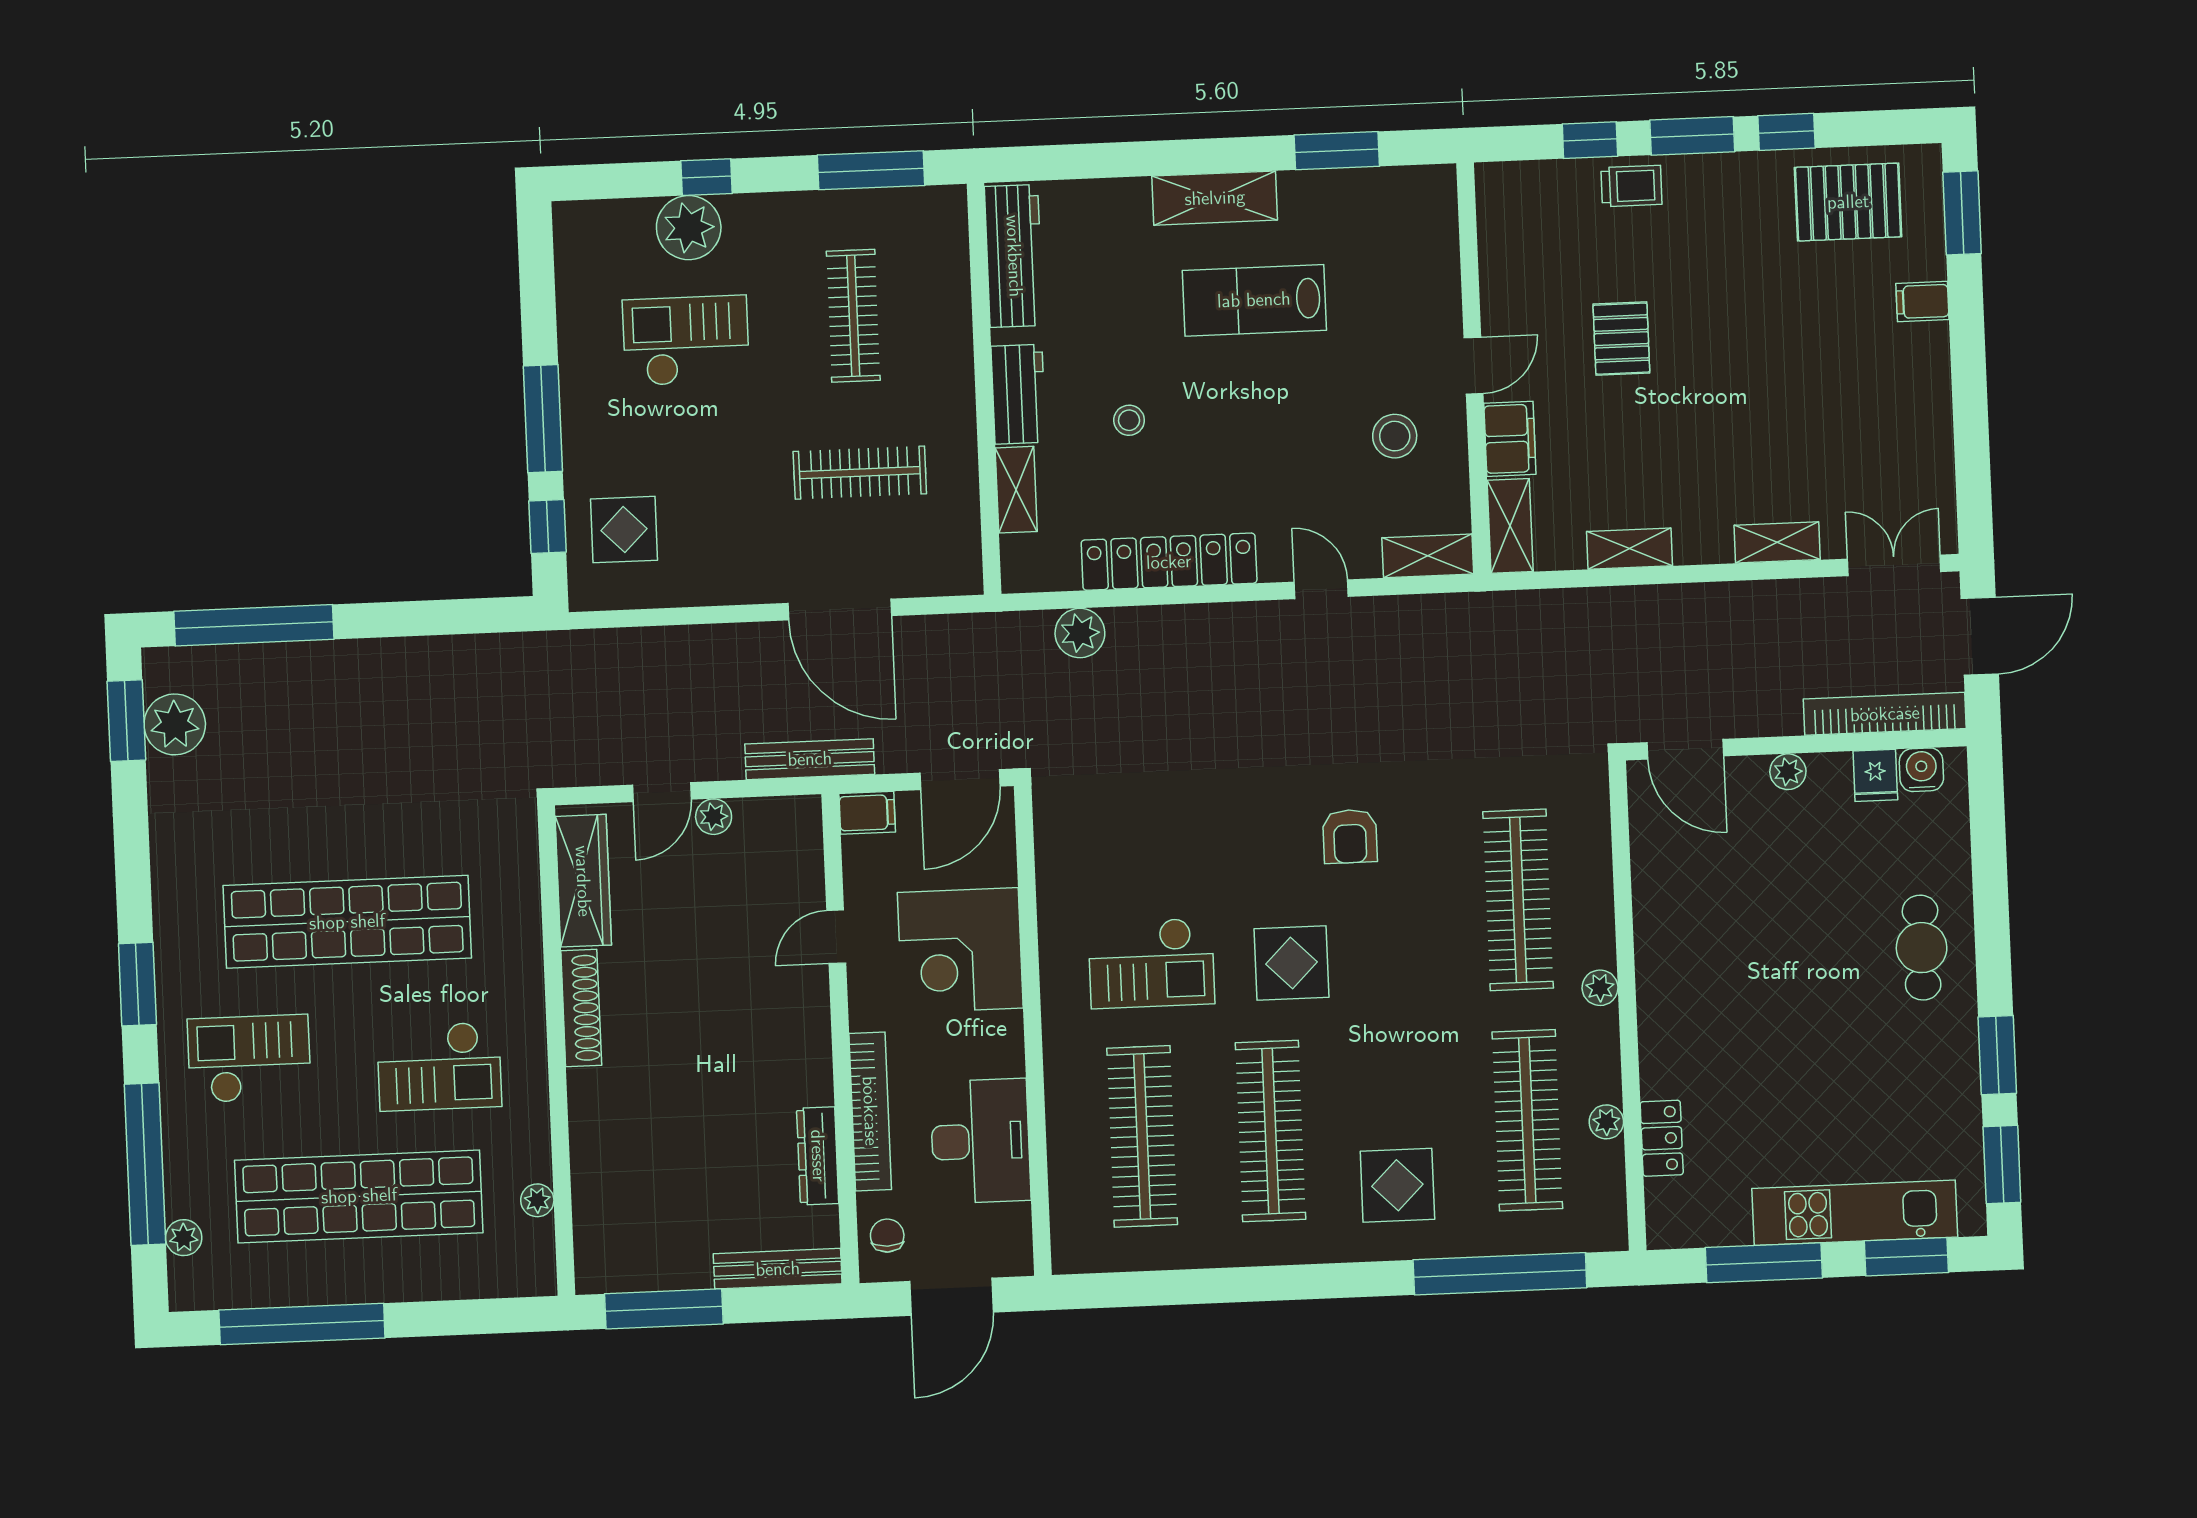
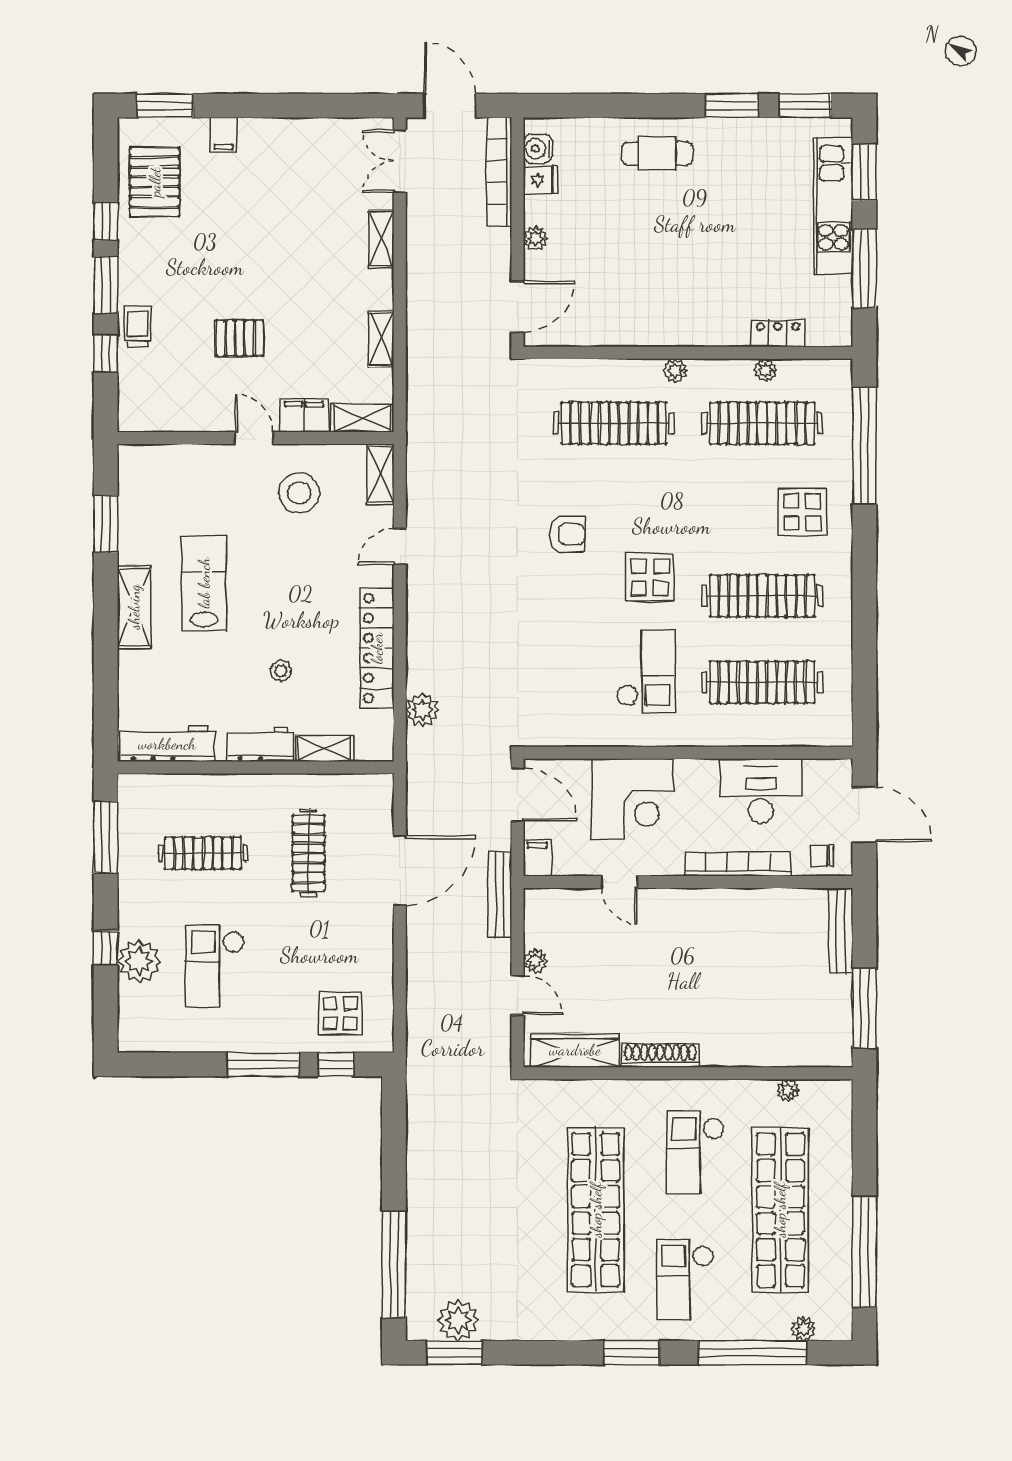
lab bench: (1254, 300) -> (204, 583), turned 180
stool: (1395, 436) -> (299, 493), width x1.38, depth x1.38
checkout: (439, 1066) -> (695, 1152), turned 180
dresser: (818, 1156) -> (766, 901), removed

